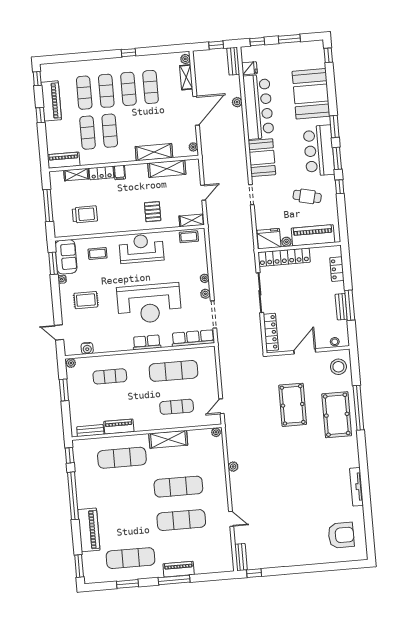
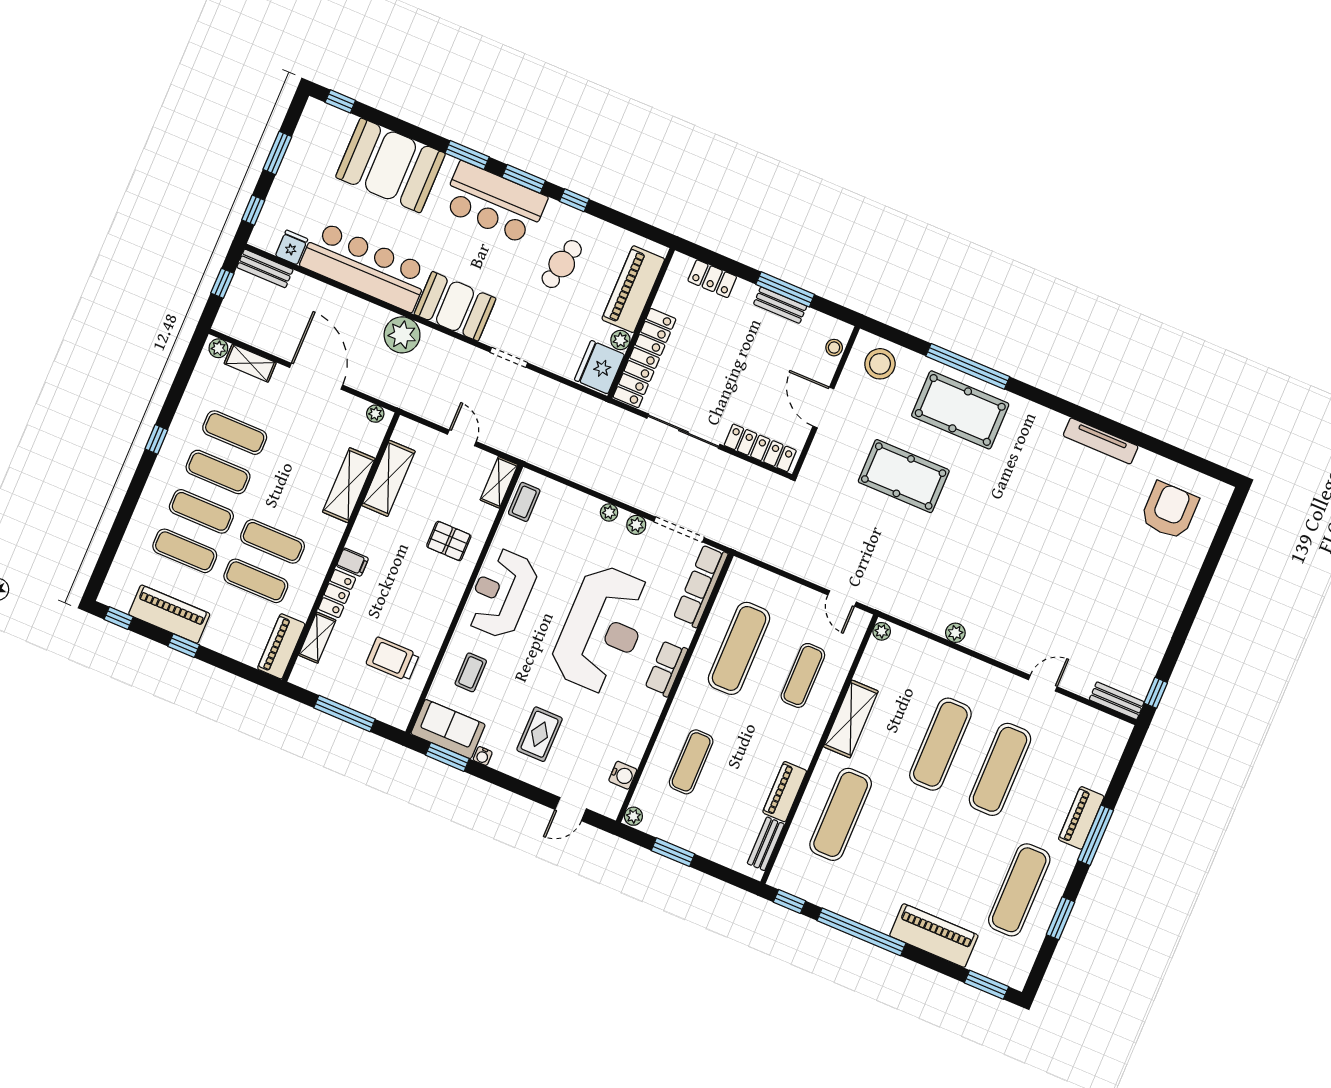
plant: (237, 102) -> (402, 335), moved, width x1.87, depth x1.87
trolley: (85, 214) -> (393, 659), turned -90

